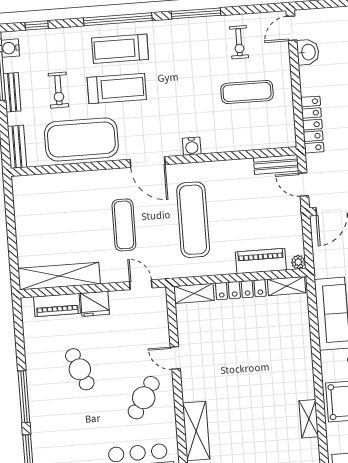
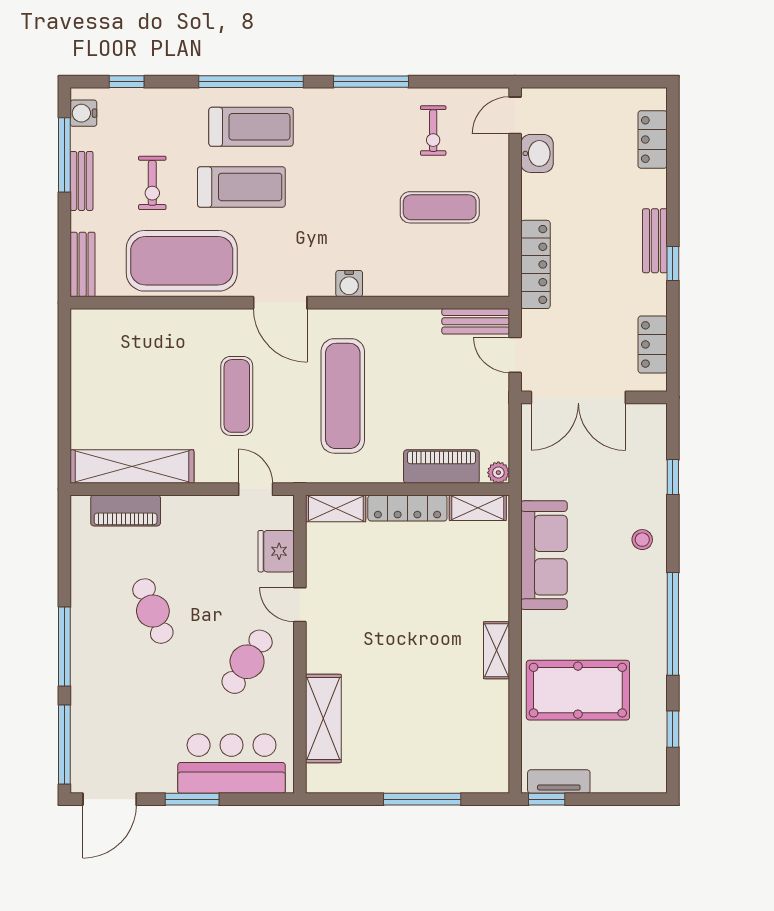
treadmill: (120, 49) -> (251, 127), turned 180
fridge: (95, 304) -> (276, 551), moved, turned 90
shelving: (309, 419) -> (496, 650), moved

